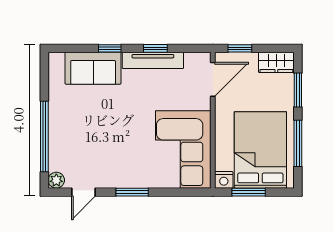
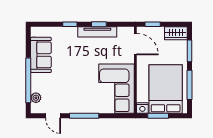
sofa: (93, 68) -> (41, 55), moved, turned -90
door: (213, 79) -> (135, 44), hinge flipped
plant: (56, 180) -> (36, 98), moved
door: (83, 192) -> (53, 116), hinge flipped
window: (132, 192) -> (84, 116), width x1.44

